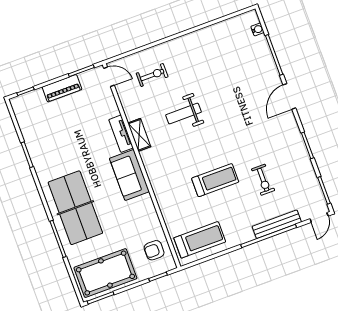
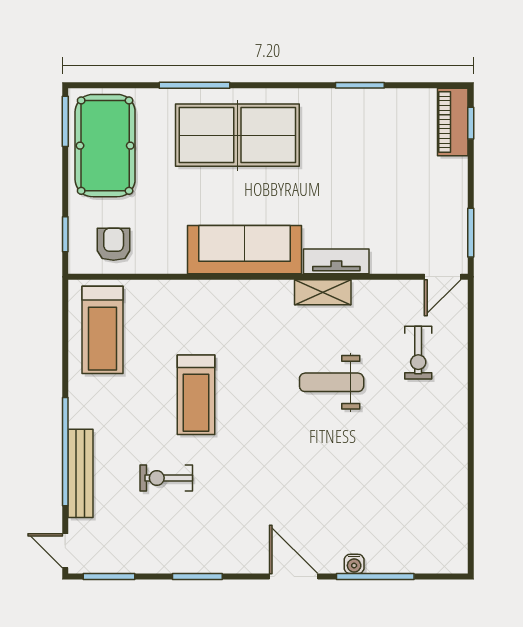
water cooler: (257, 29) -> (354, 564), moved
piano: (62, 88) -> (453, 122), moved
weight bench: (183, 114) -> (332, 382), turned -90
sofa: (129, 175) -> (244, 250), width x1.36

